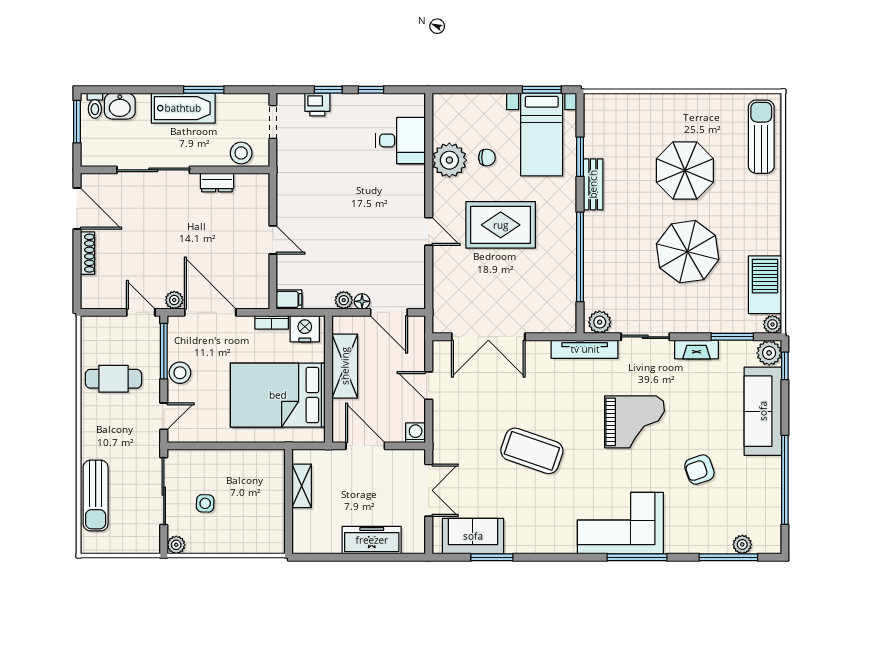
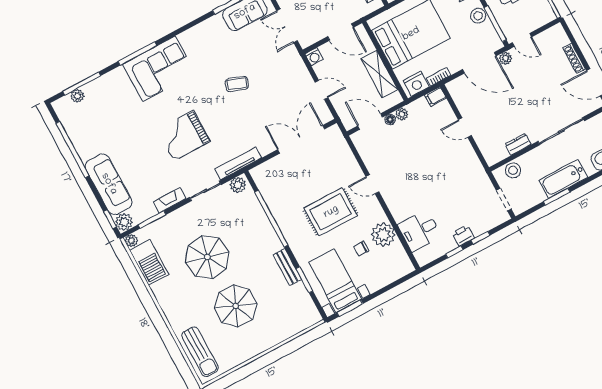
printer: (317, 104) -> (463, 236), moved
coffee table: (532, 451) -> (237, 84), width x0.54, depth x0.58
armchair: (699, 470) -> (128, 128), removed

